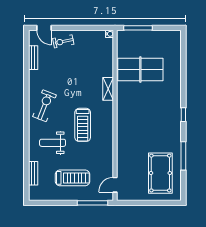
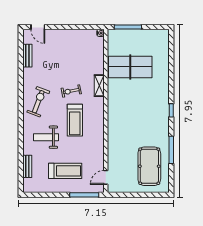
exercise bike: (63, 41) -> (71, 91), moved

